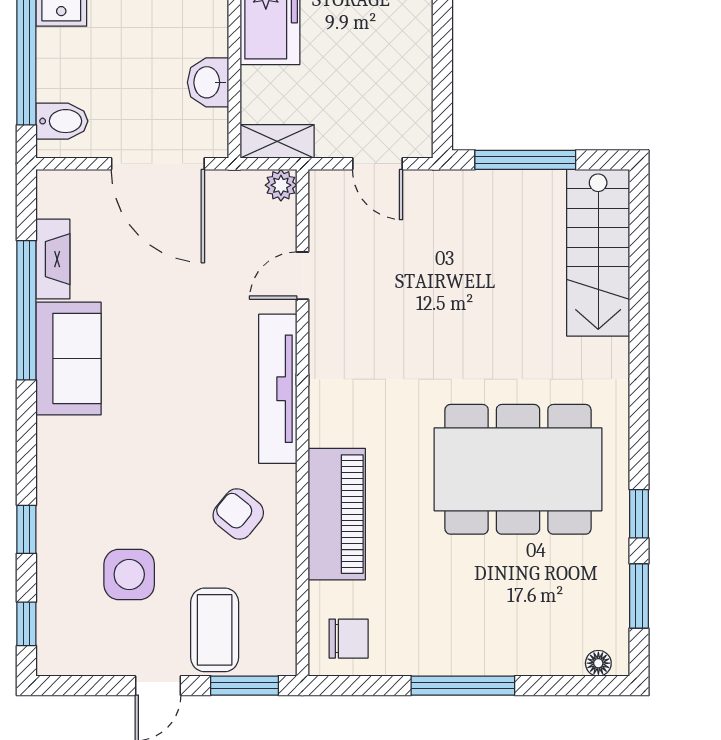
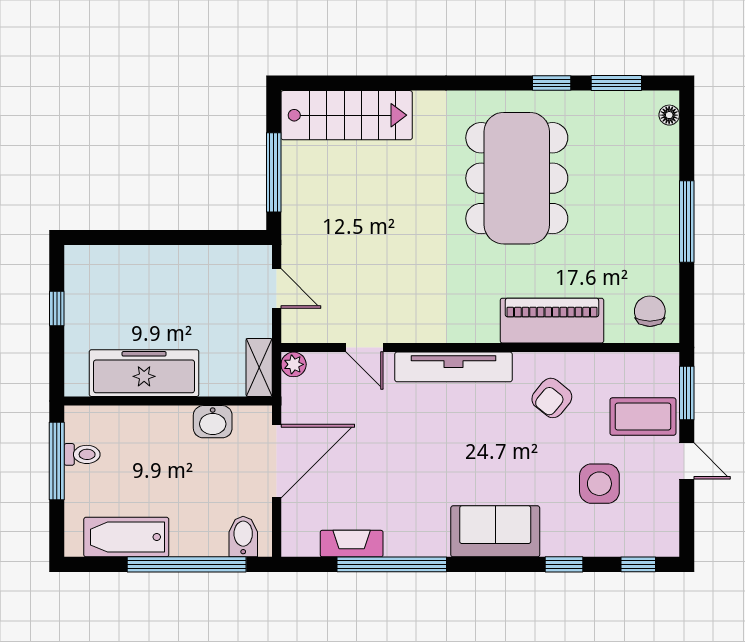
door: (378, 164) -> (277, 289), hinge flipped
sofa: (68, 358) -> (495, 531), moved

